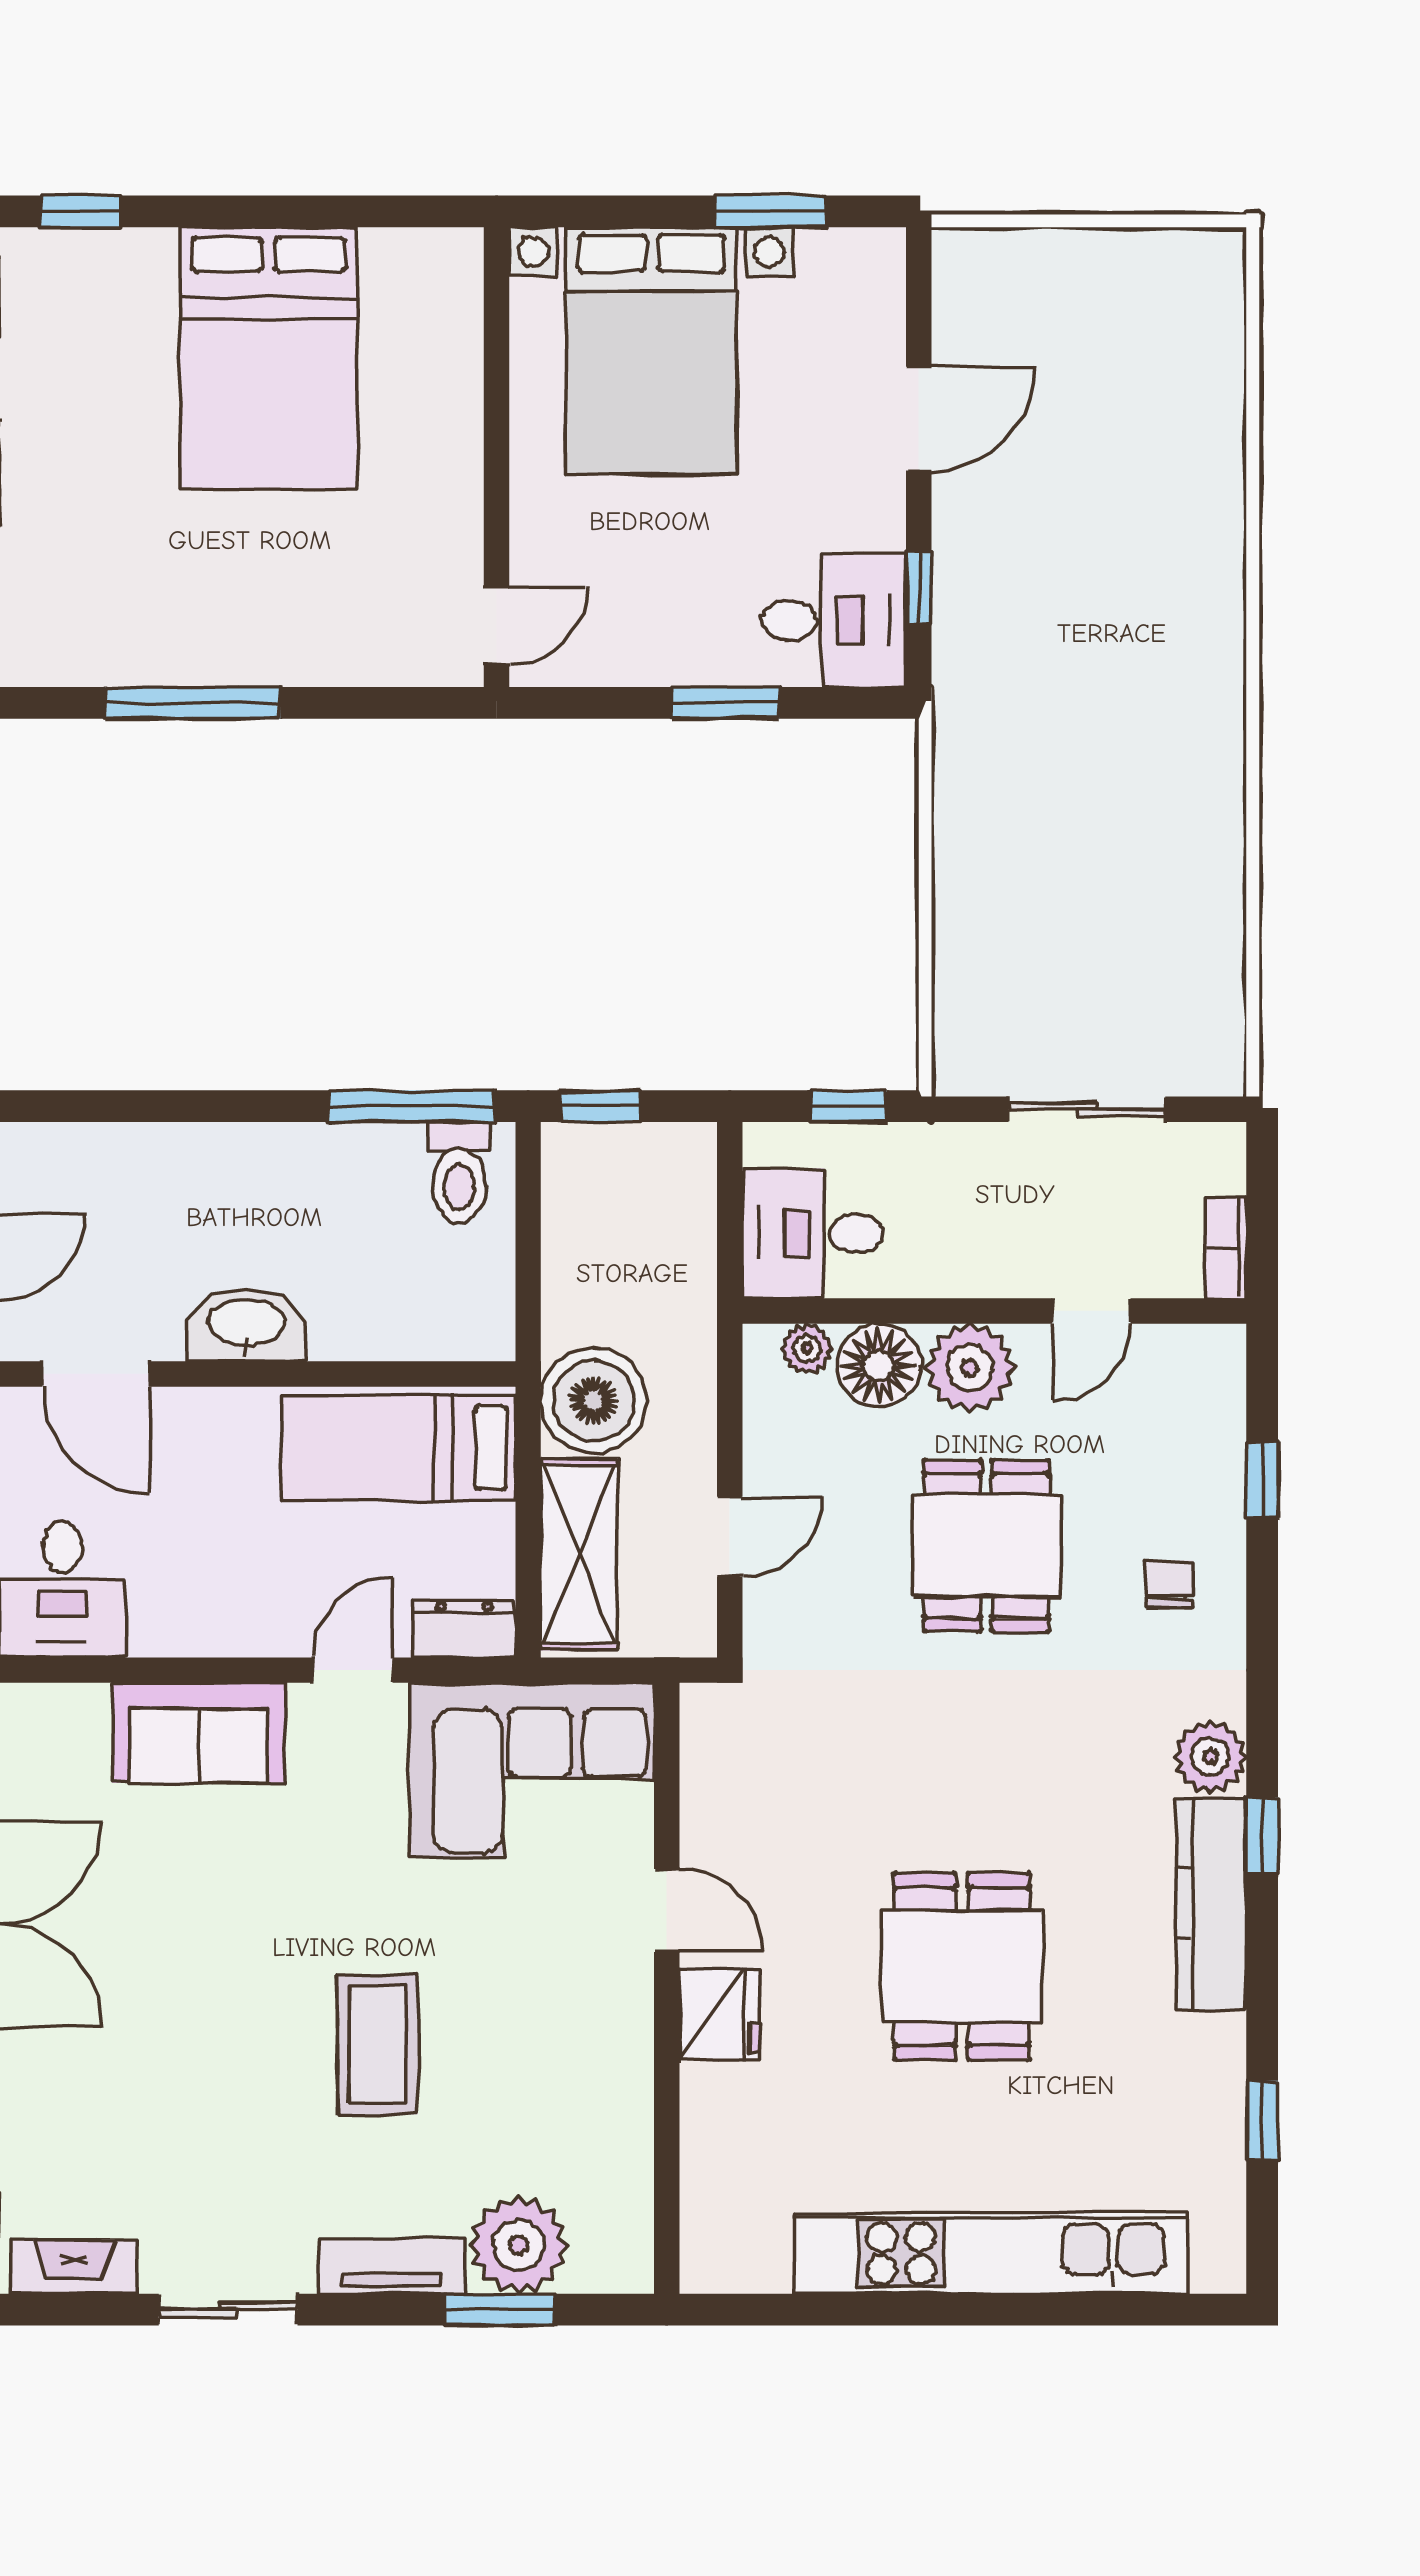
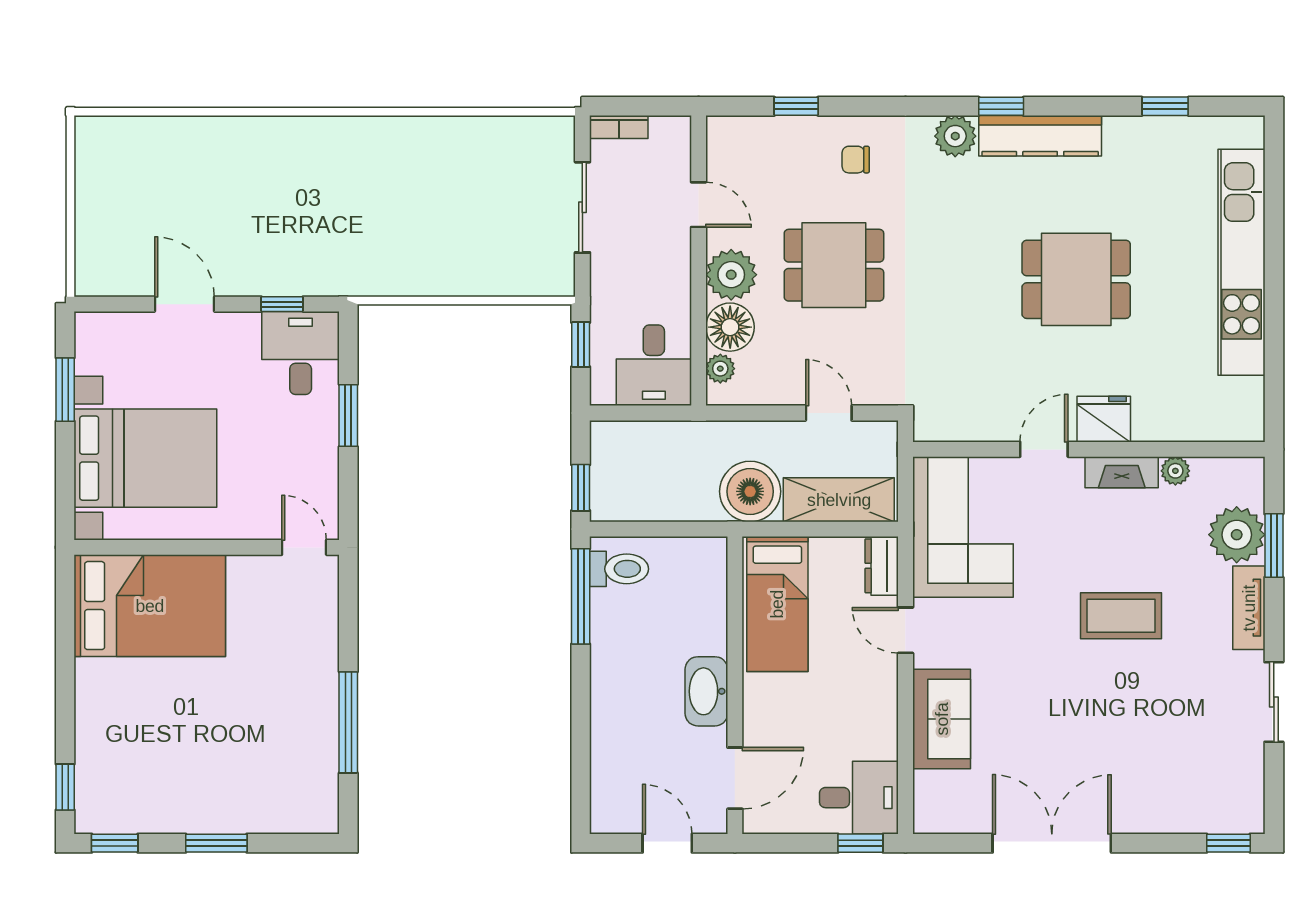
bed: (269, 358) -> (150, 606), moved
bookcase: (1226, 1248) -> (619, 127), moved
plant: (629, 2139) -> (1175, 471), added
fireplace: (74, 2267) -> (1122, 472), moved, turned -90

